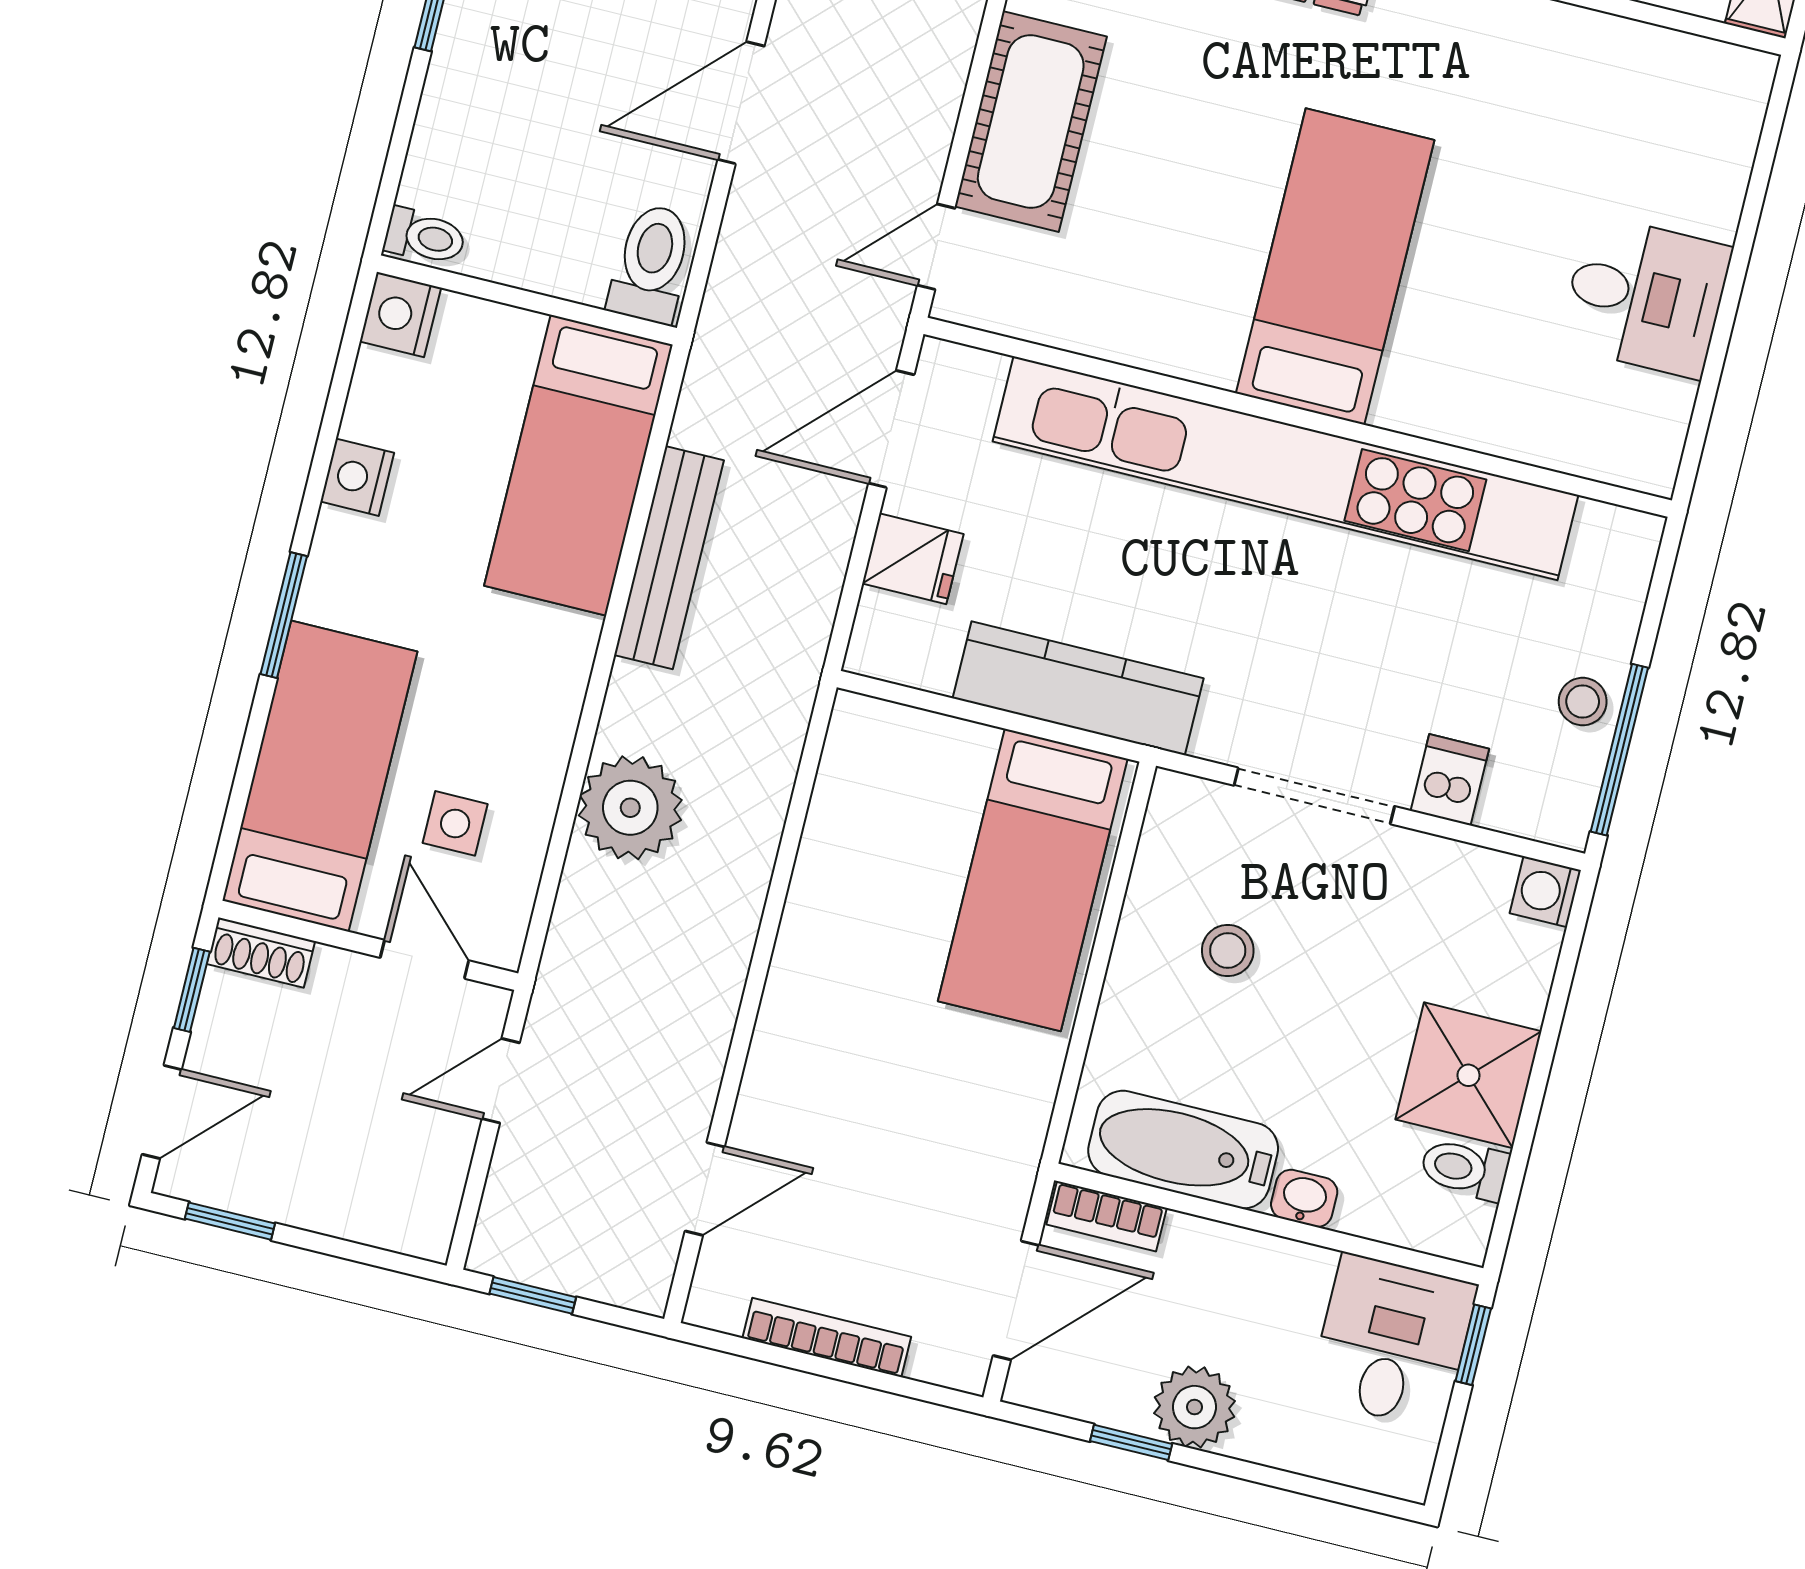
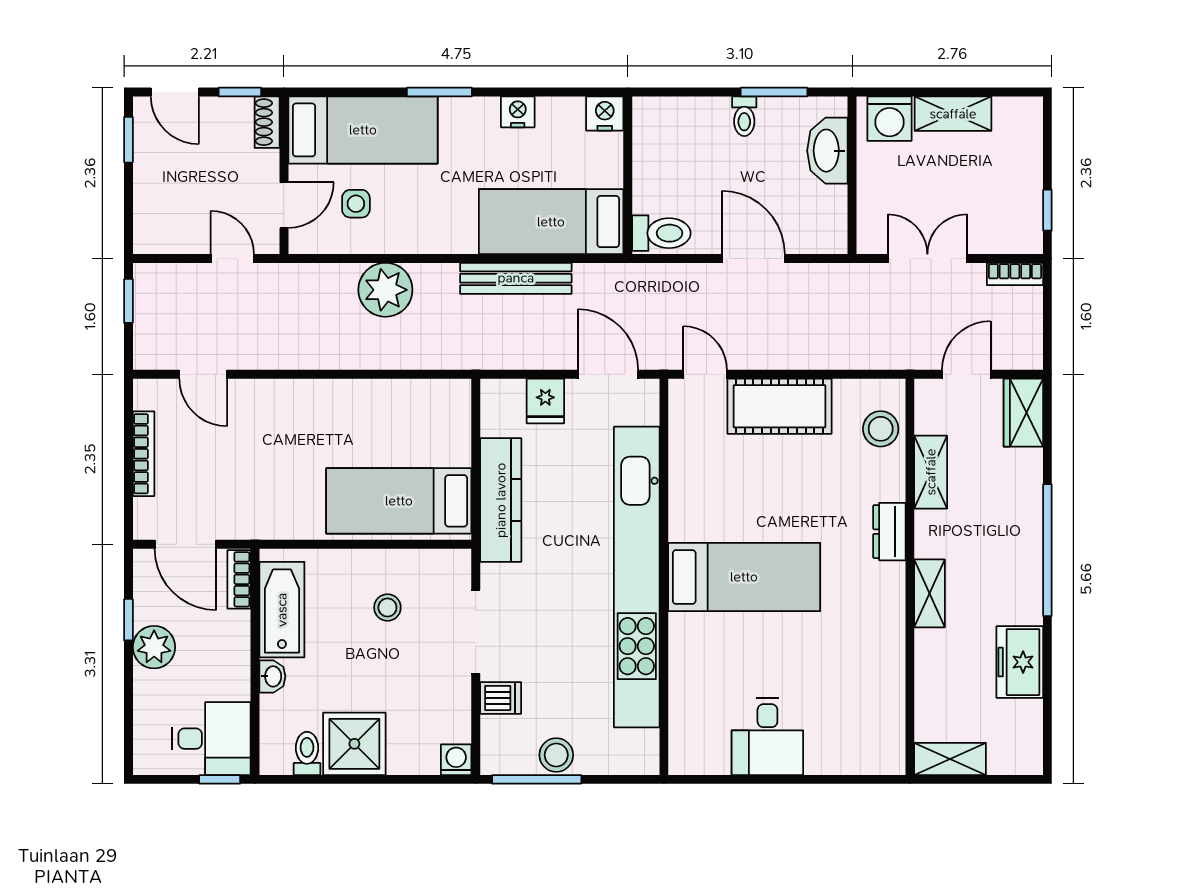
toilet: (425, 237) -> (744, 116), moved
stool: (1583, 702) -> (556, 755), width x1.37, depth x1.37

